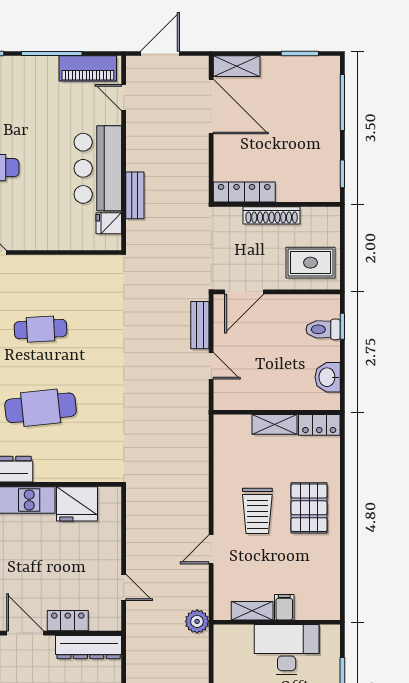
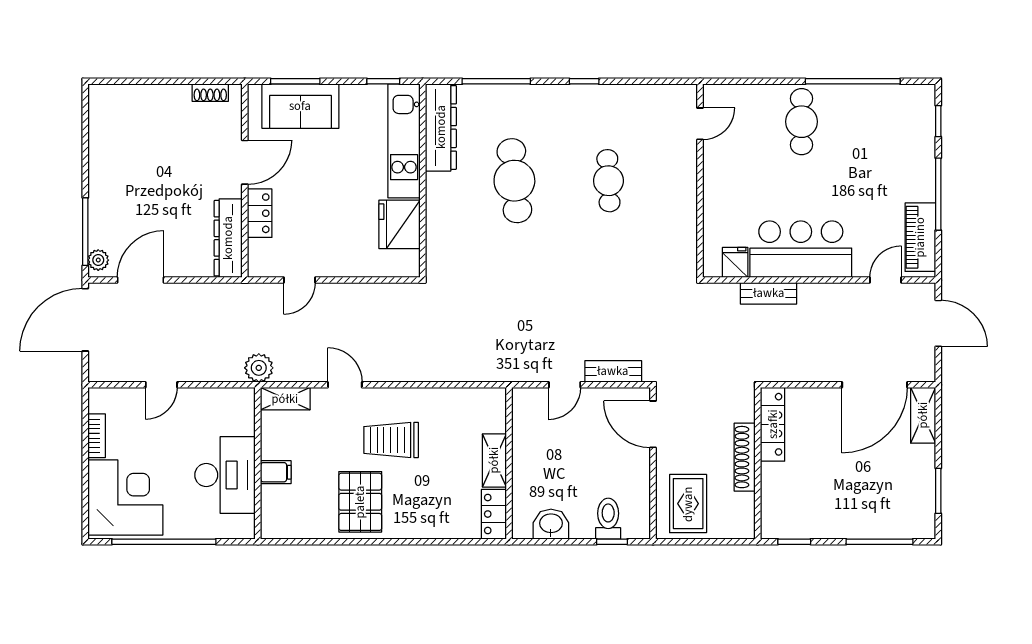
pallet: (309, 508) -> (360, 502), moved, turned 90
shelving: (252, 611) -> (285, 399), moved, turned 90

